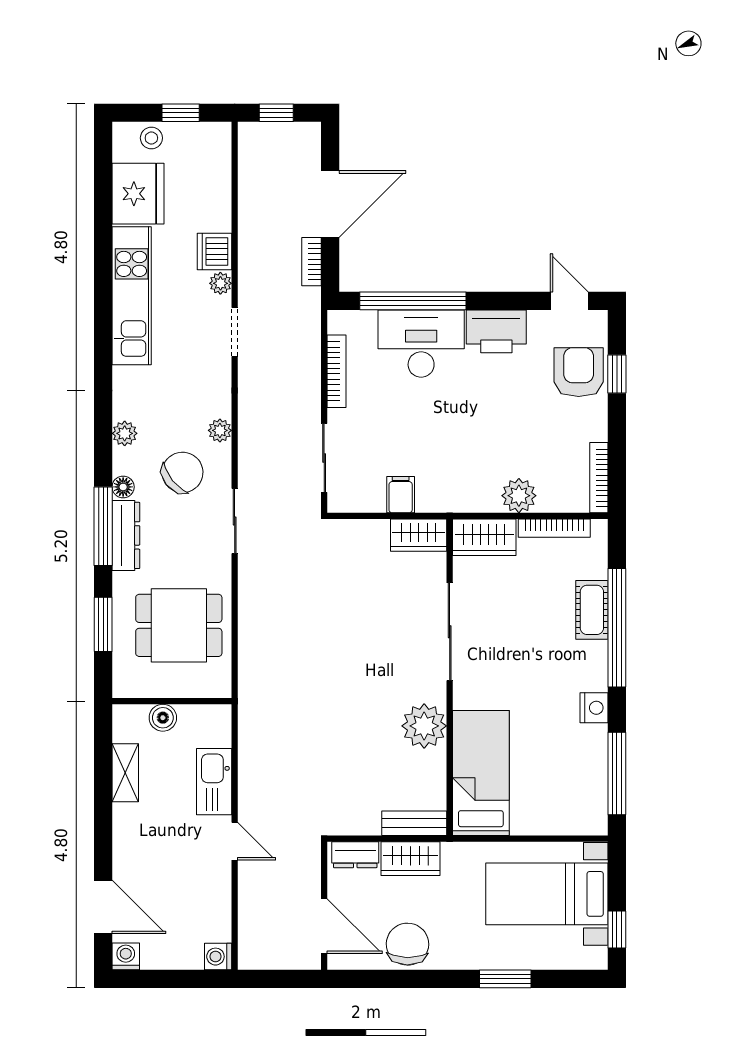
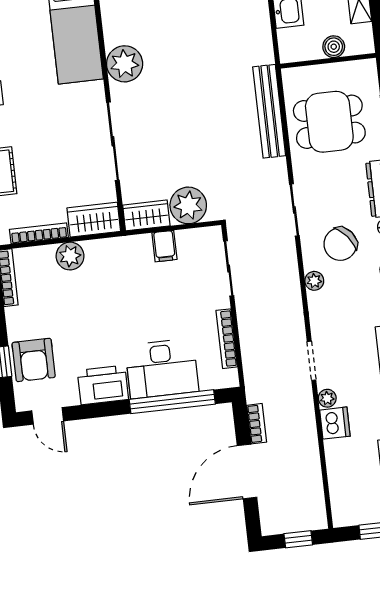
plant: (365, 542) -> (188, 205), added
bench: (252, 647) -> (269, 111), added

